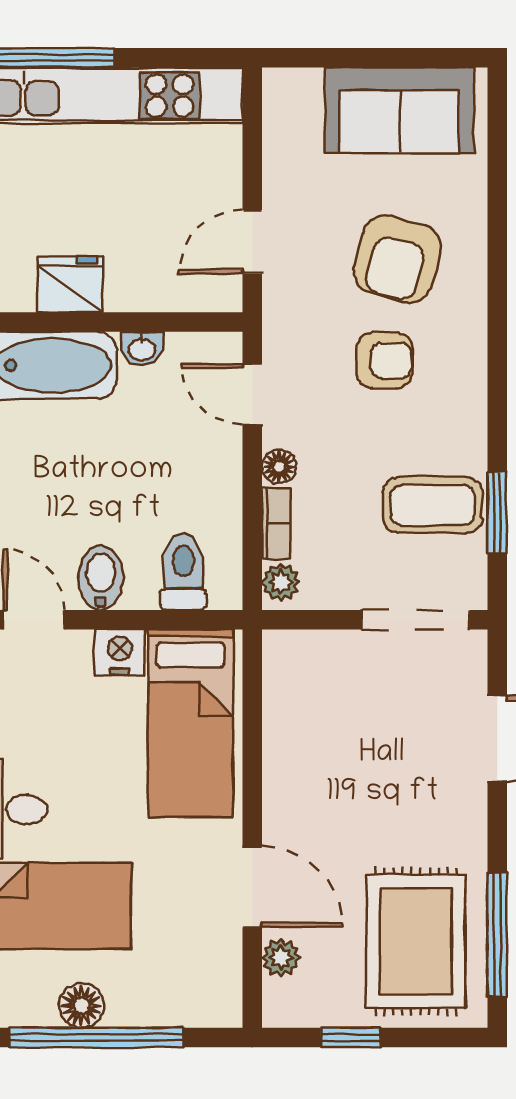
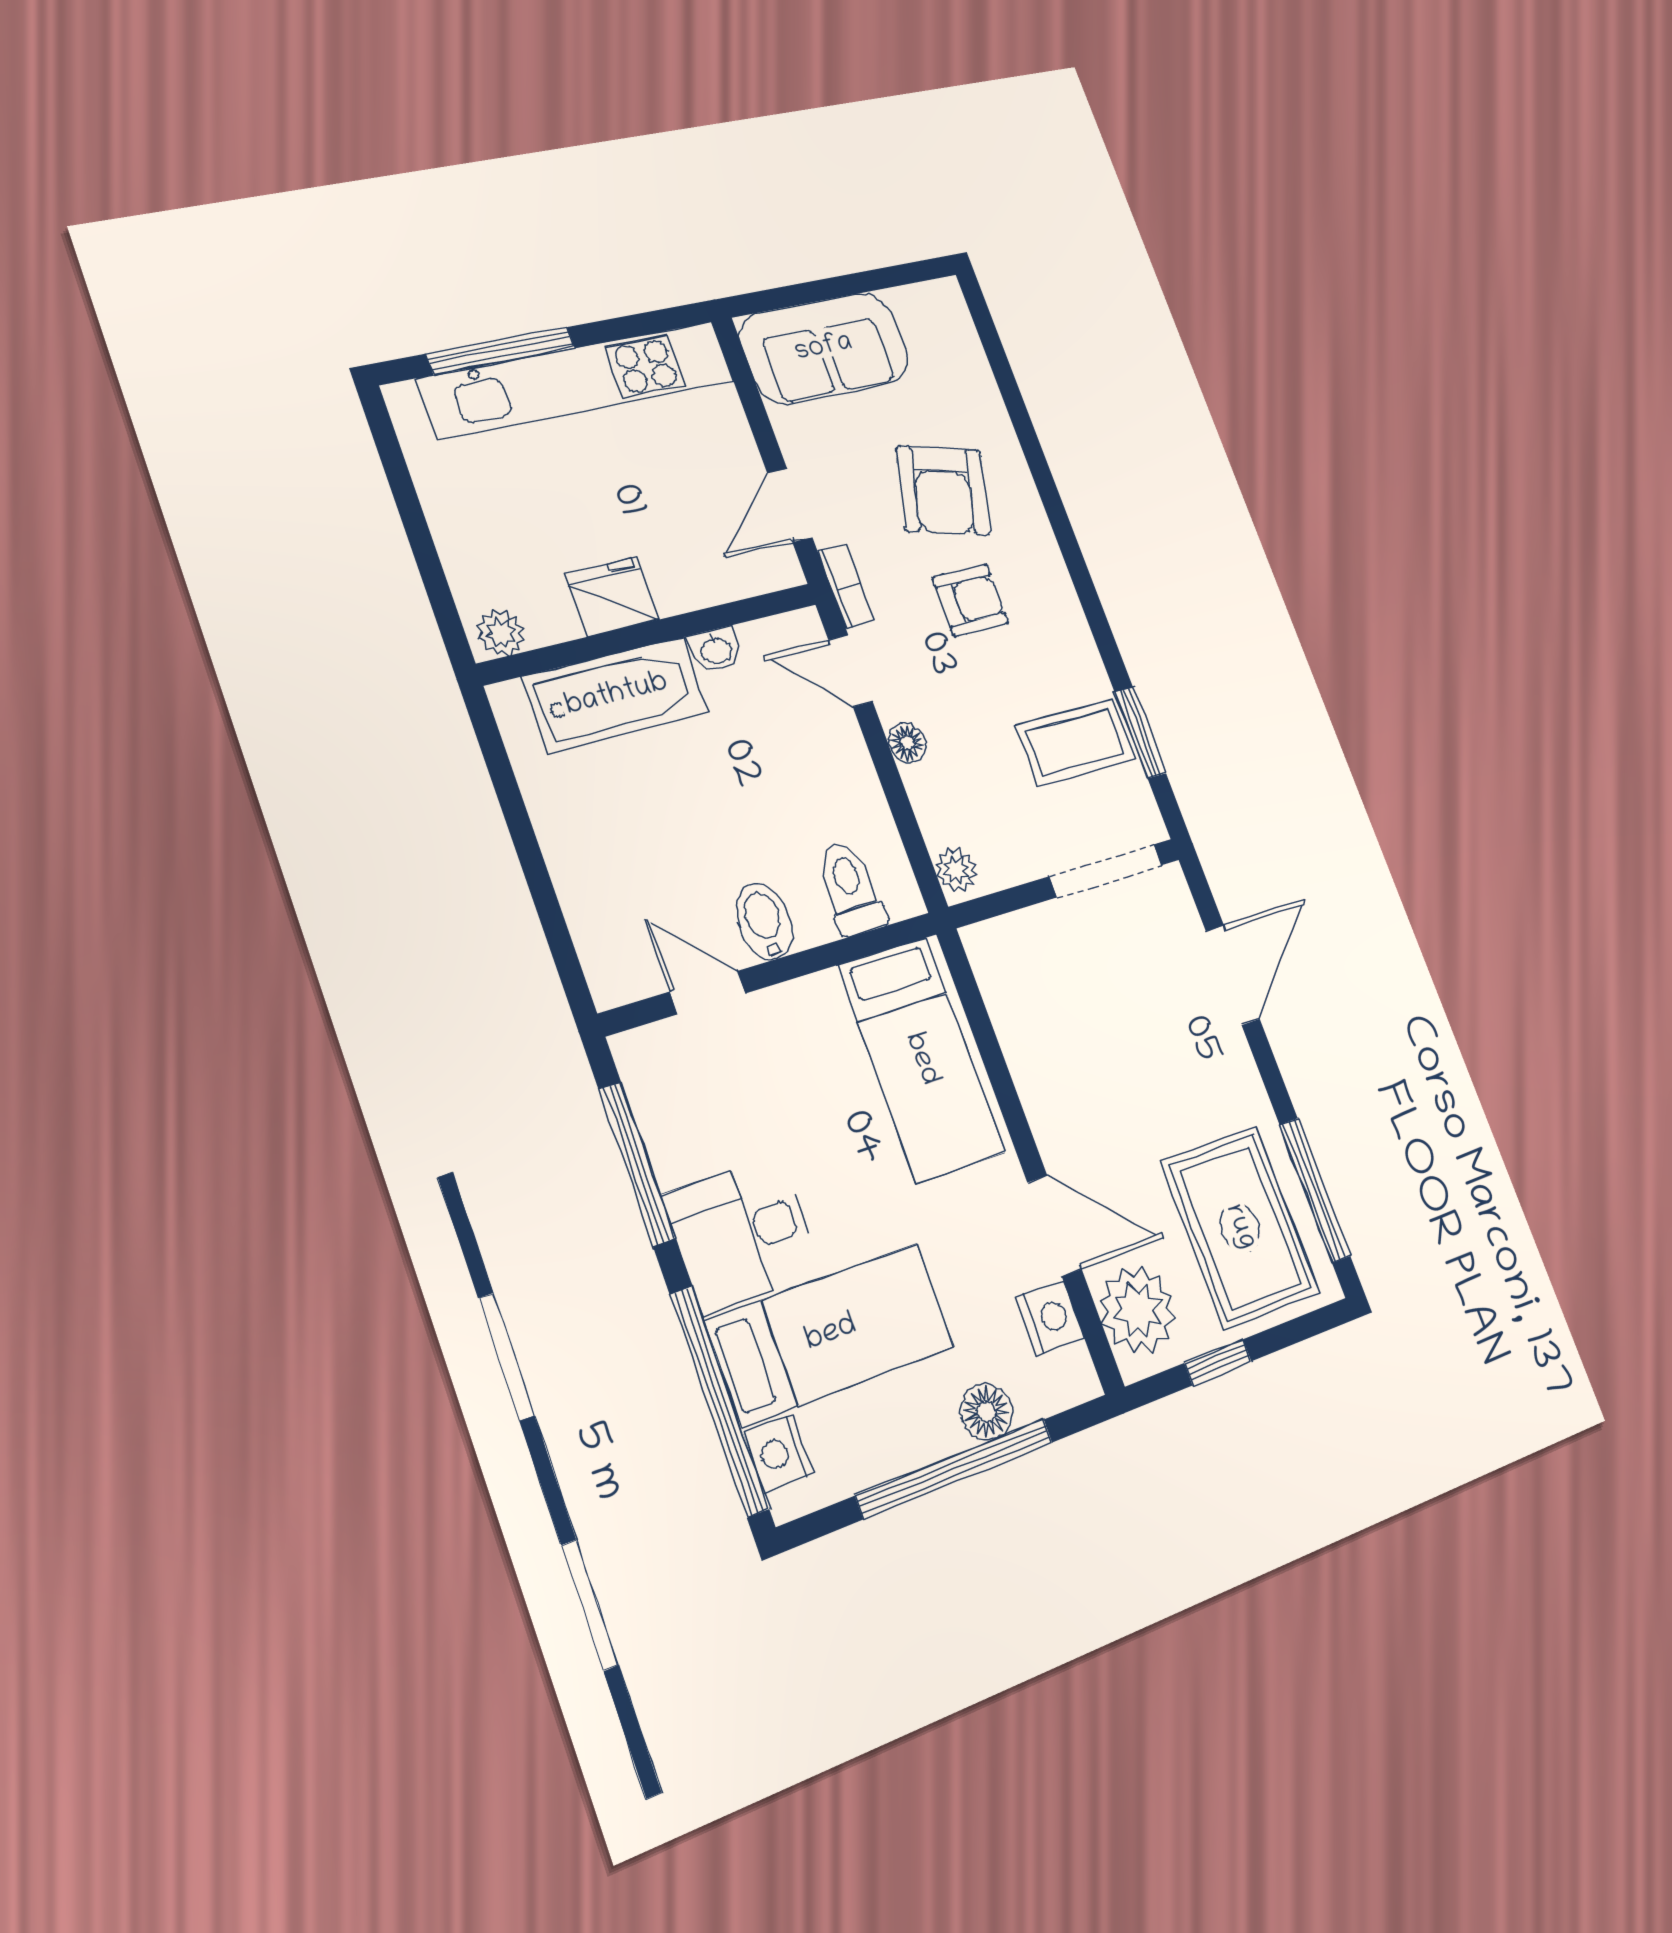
sofa: (400, 110) -> (824, 348), moved
bookcase: (276, 523) -> (846, 587), moved
nightstand: (120, 652) -> (1050, 1318), moved, turned 90
plant: (281, 958) -> (1138, 1310), width x1.87, depth x1.87
floor lamp: (81, 1006) -> (986, 1412), moved

